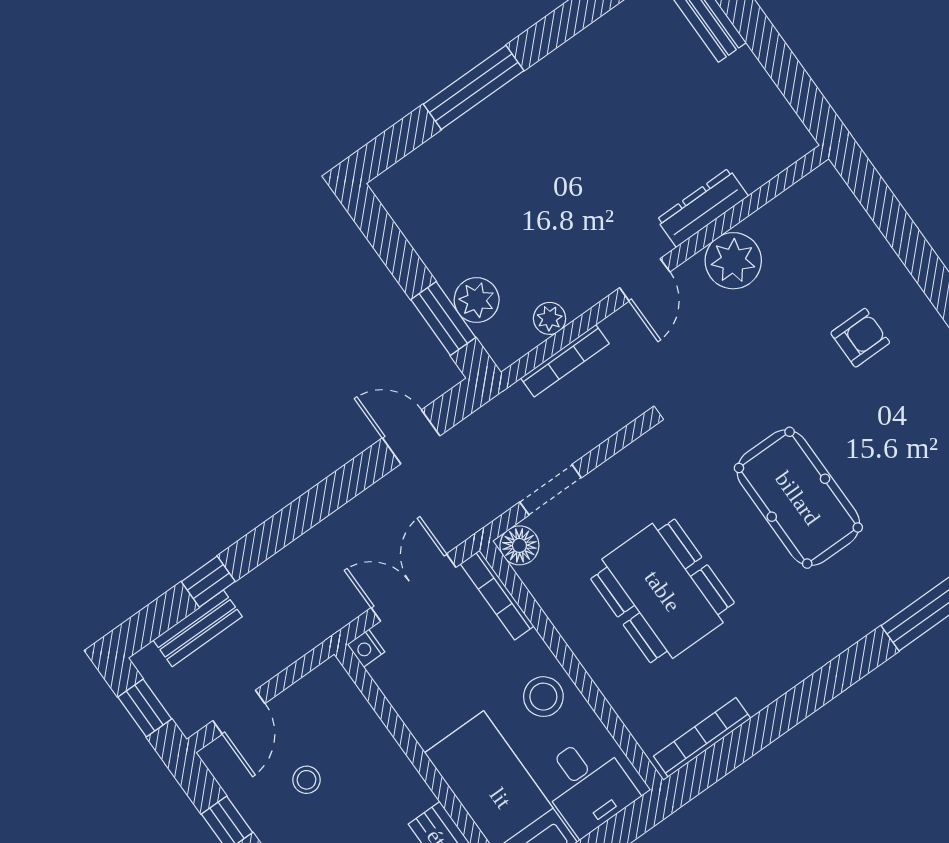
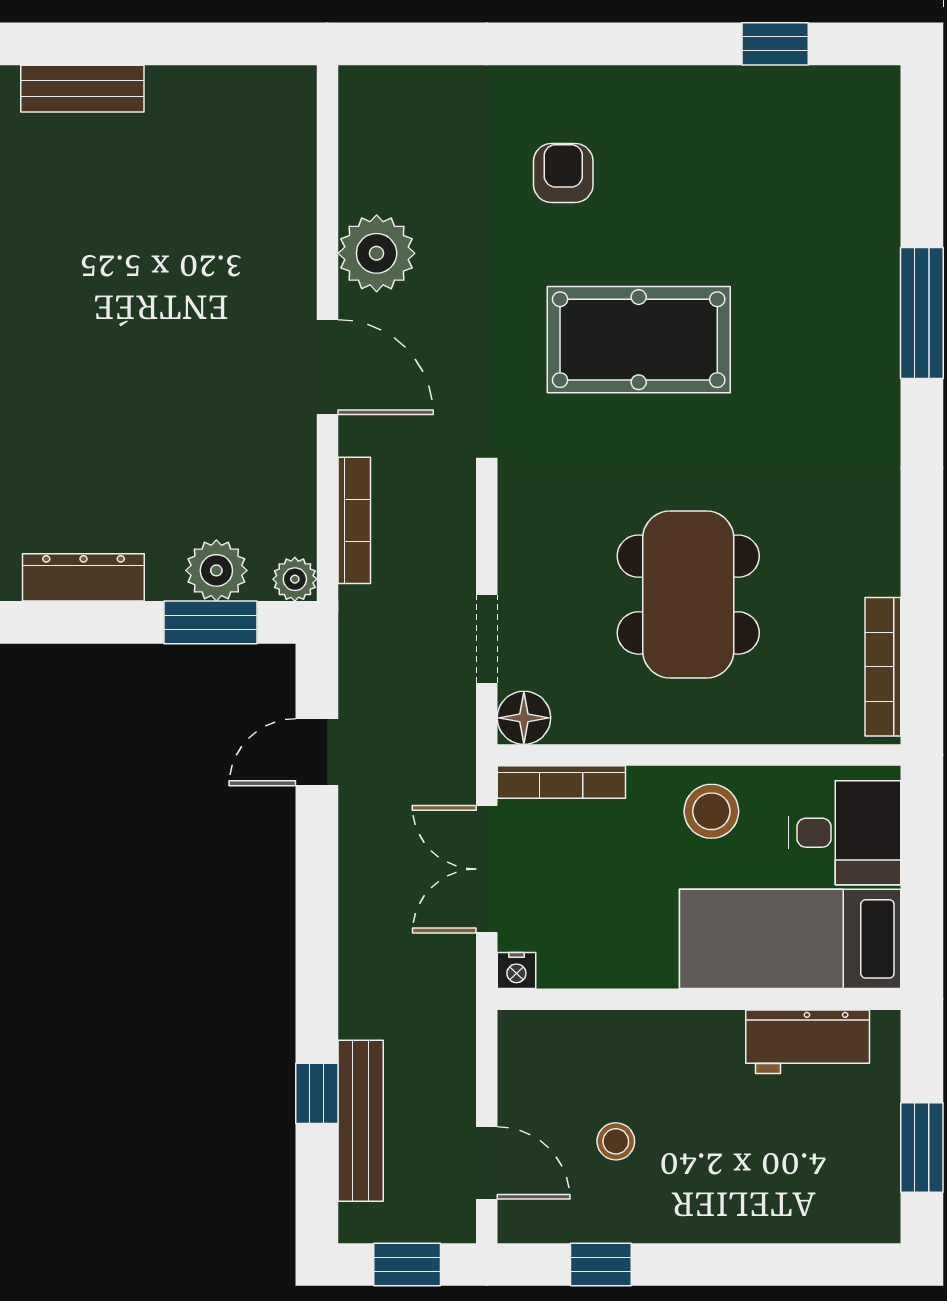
dresser: (703, 208) -> (83, 577), moved, turned 90
door: (645, 280) -> (327, 367), width x1.38
plant: (550, 318) -> (295, 579), moved
pool table: (798, 498) -> (639, 340), moved
dining table: (663, 591) -> (688, 595), turned 90
bench: (198, 628) -> (361, 1121), width x1.36

